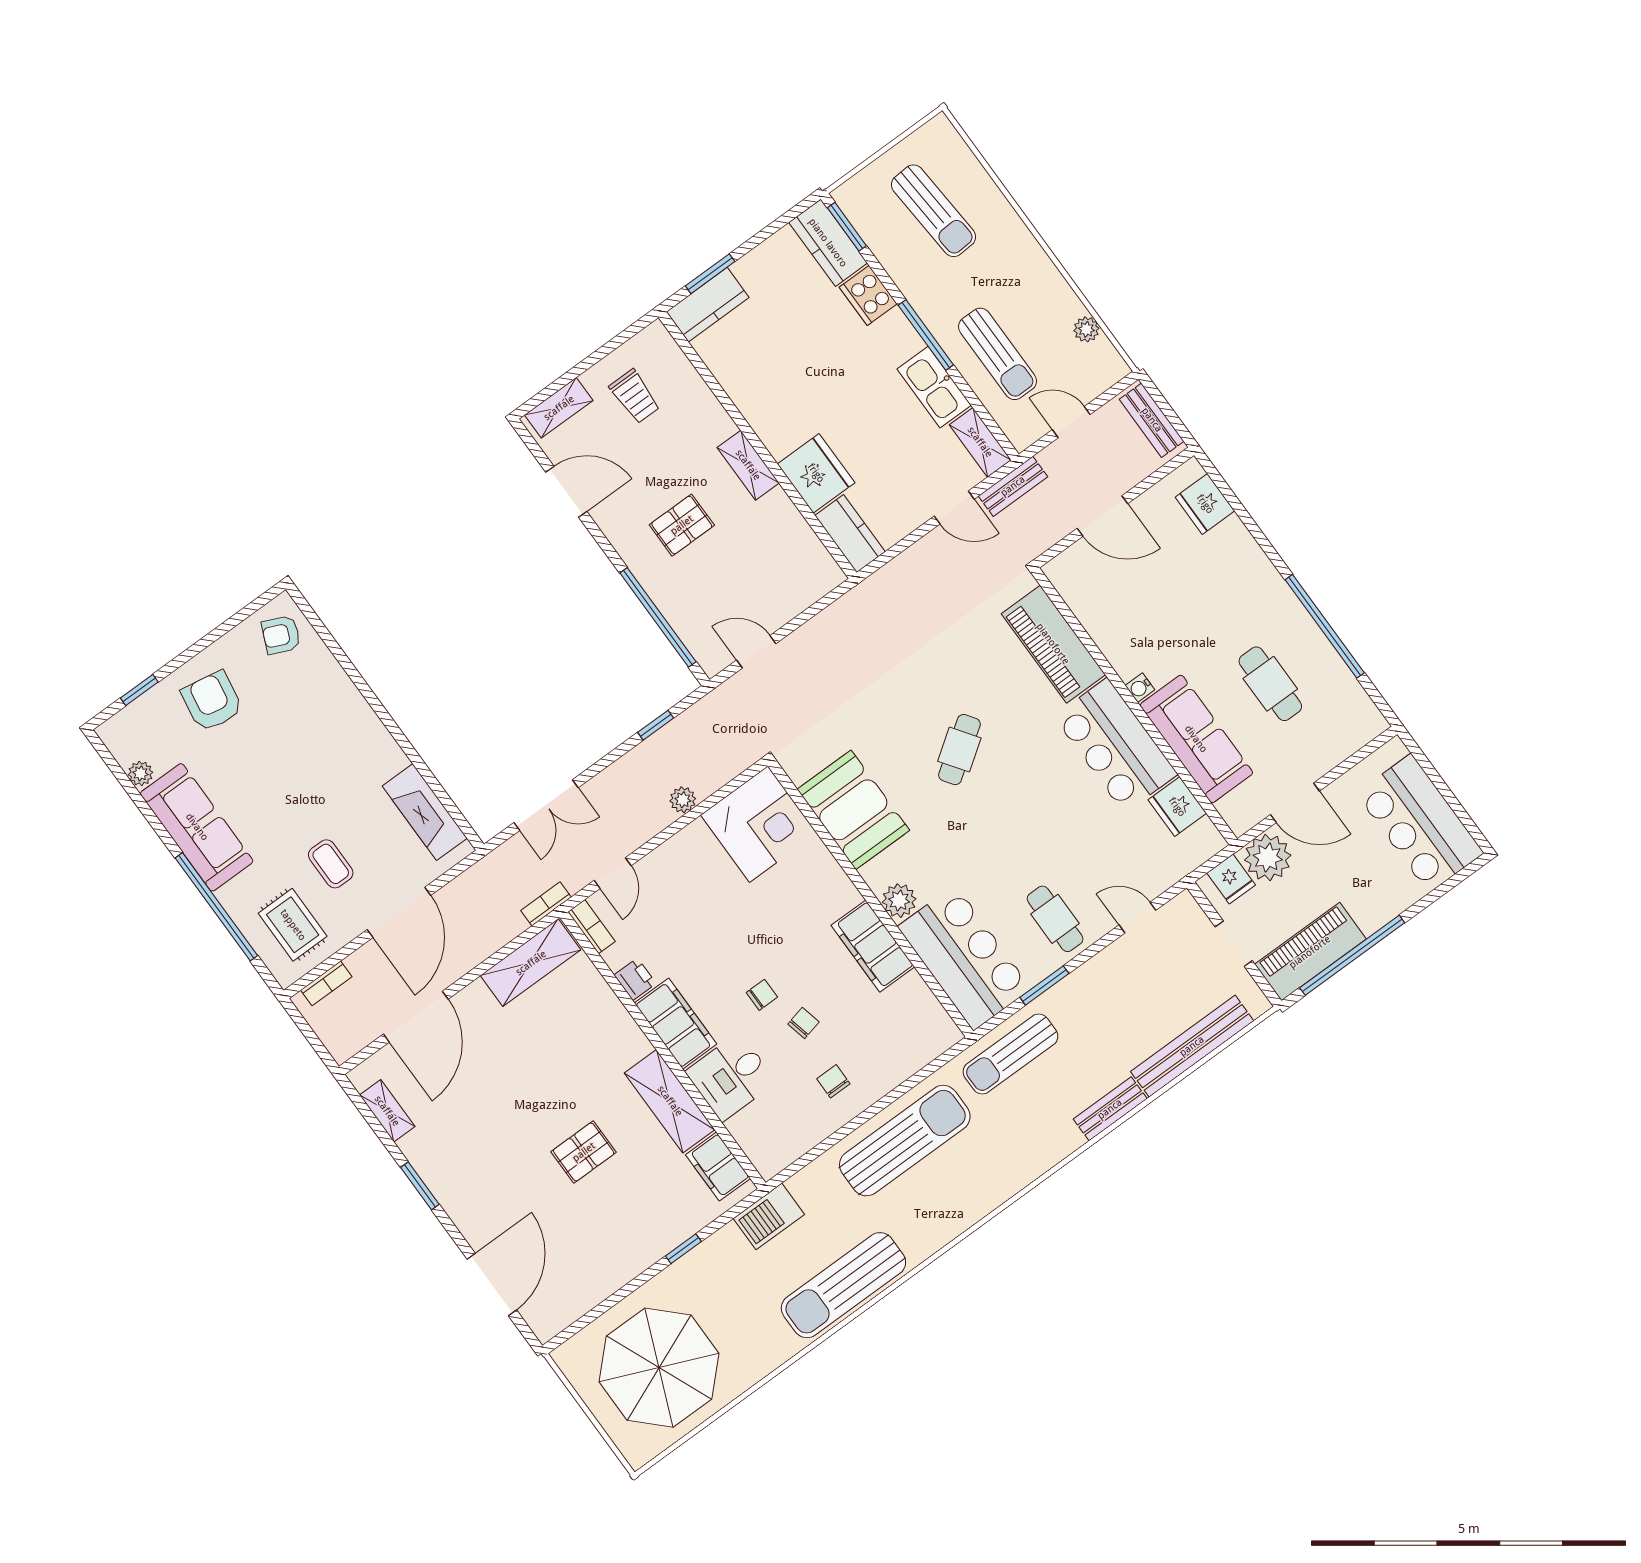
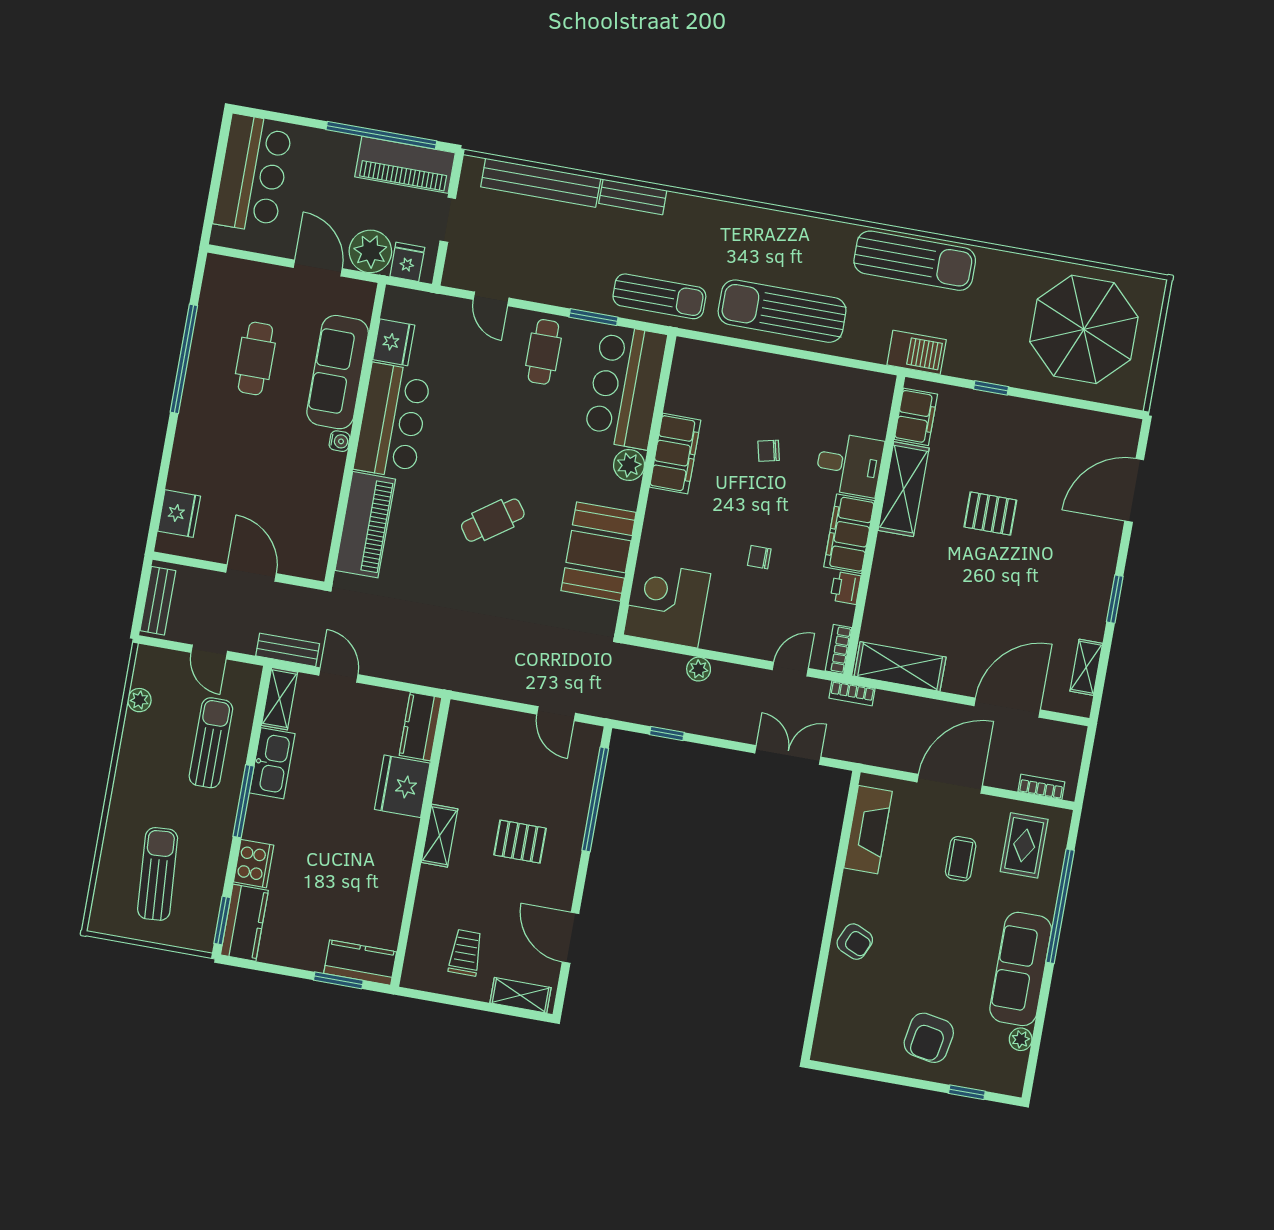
armchair: (281, 635) -> (855, 942), moved
chair: (762, 995) -> (759, 557), moved
chair: (833, 1081) -> (788, 395), removed

